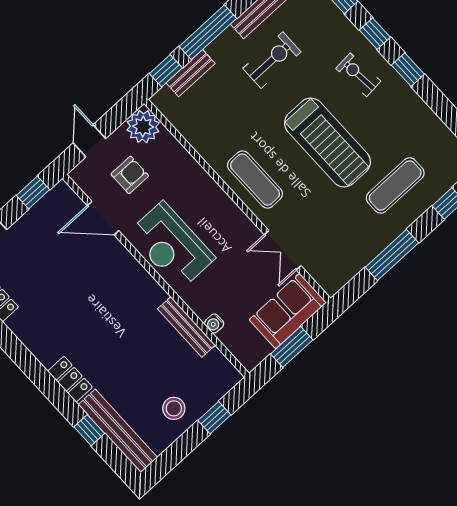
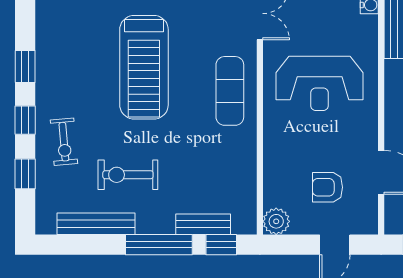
exercise bike: (358, 75) -> (64, 142), moved
plant: (143, 127) -> (276, 221), width x0.73, depth x0.73
treadmill: (327, 142) -> (144, 67), turned 180
reception desk: (171, 246) -> (320, 83), moved, turned 90

